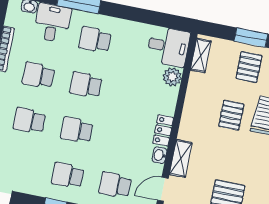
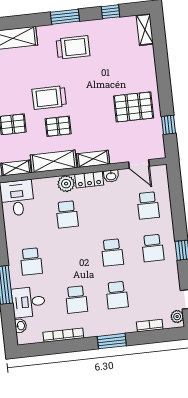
plant: (172, 77) -> (66, 184), moved
school desk: (86, 85) -> (67, 214), moved
shelving: (195, 98) -> (54, 161), added
shelving: (181, 158) -> (93, 159), moved

